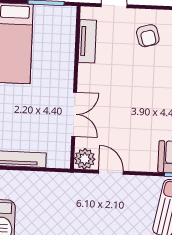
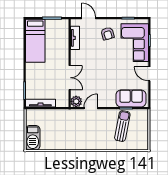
door: (111, 172) -> (91, 108), hinge flipped

